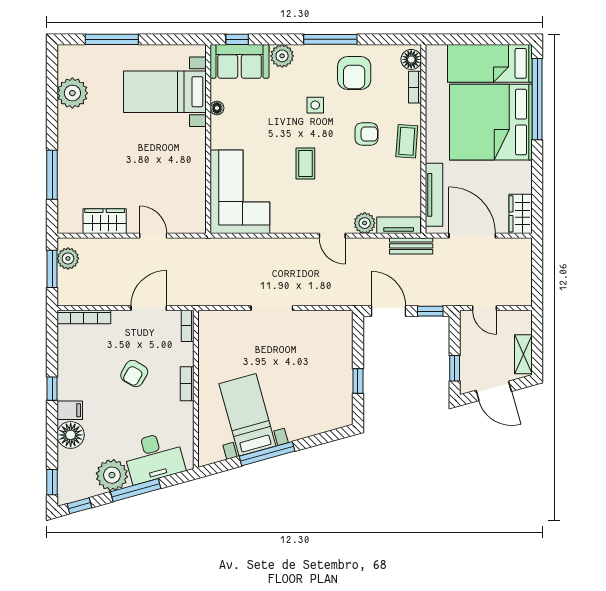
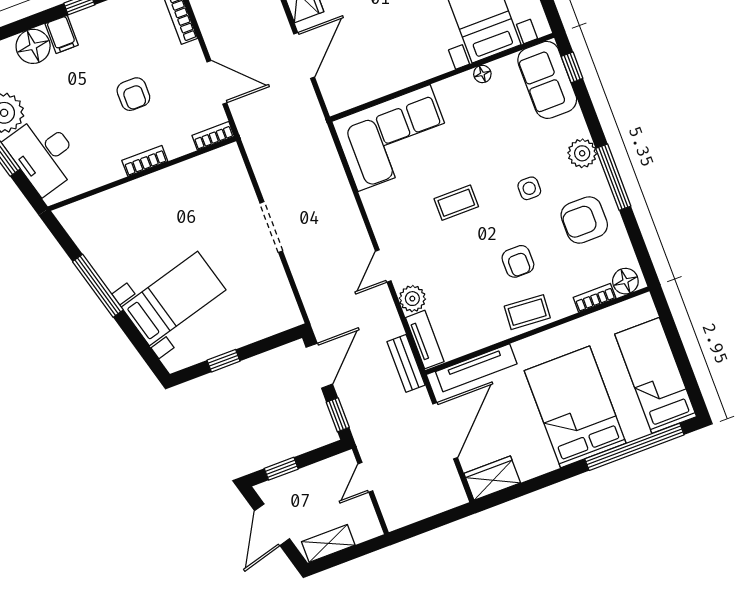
plant: (282, 56) -> (582, 153), moved
bed: (491, 122) -> (575, 407), width x0.73
door: (153, 236) -> (304, 55), width x1.38
armchair: (134, 374) -> (133, 94), turned -120
bed with nightstands: (247, 415) -> (174, 298), moved

